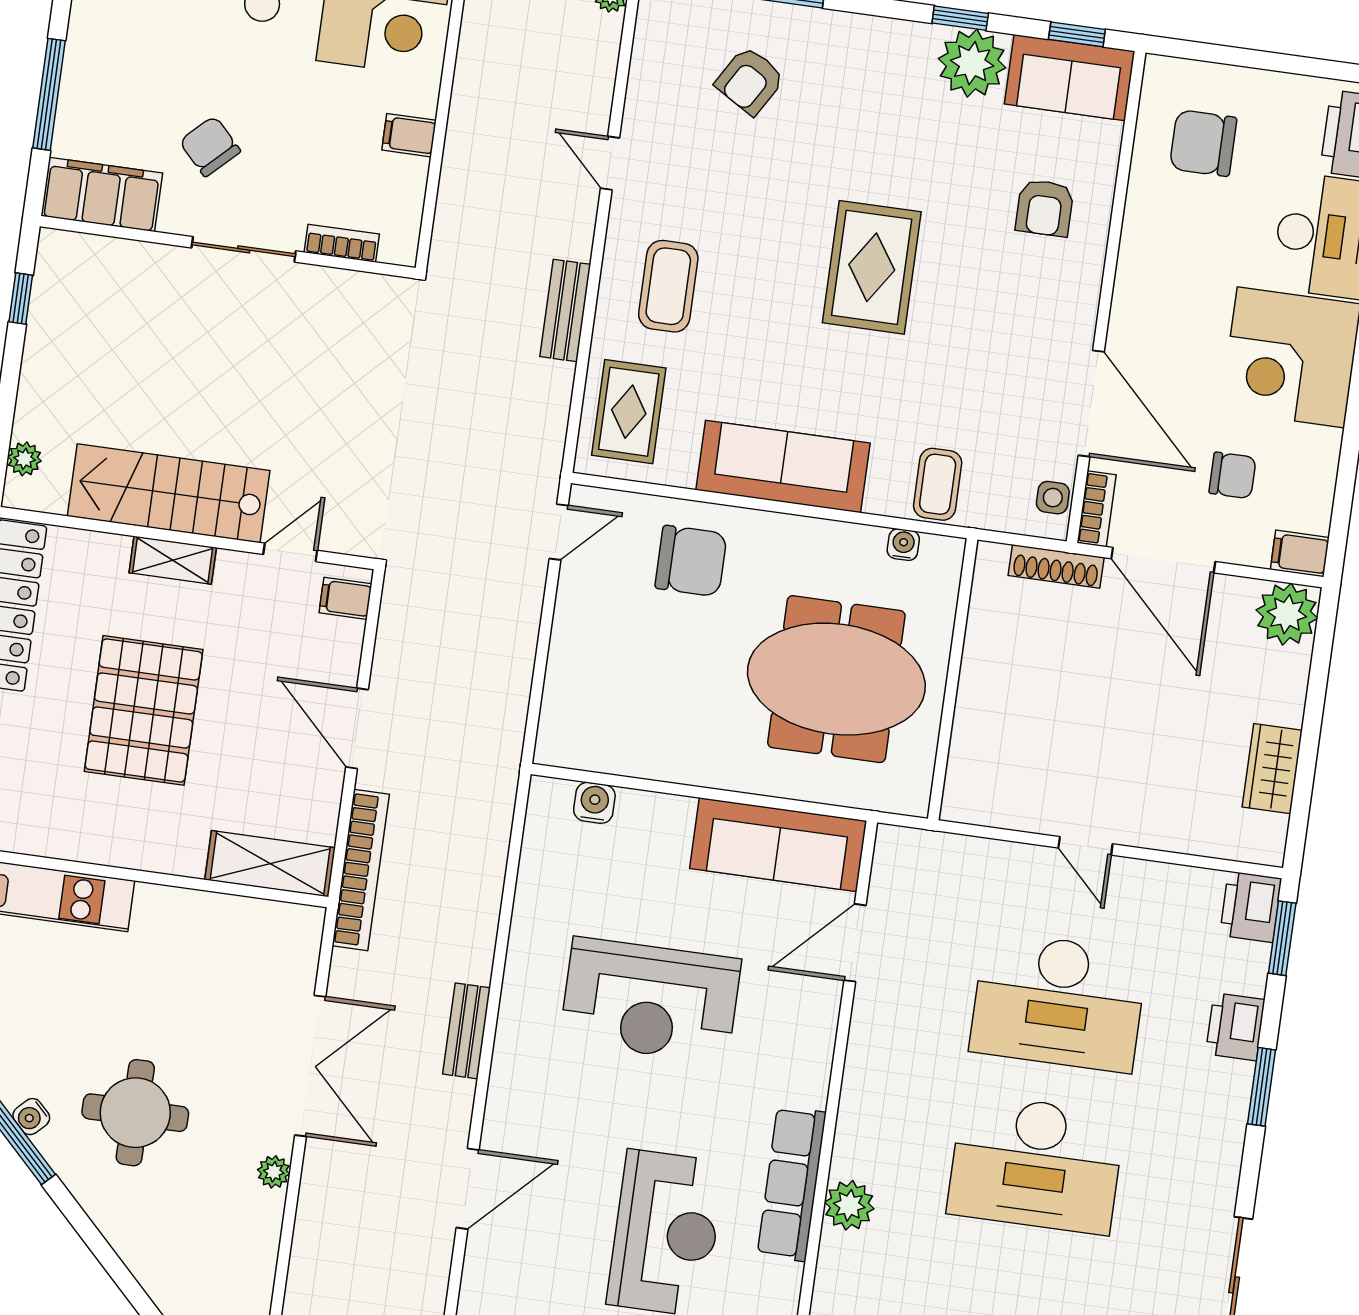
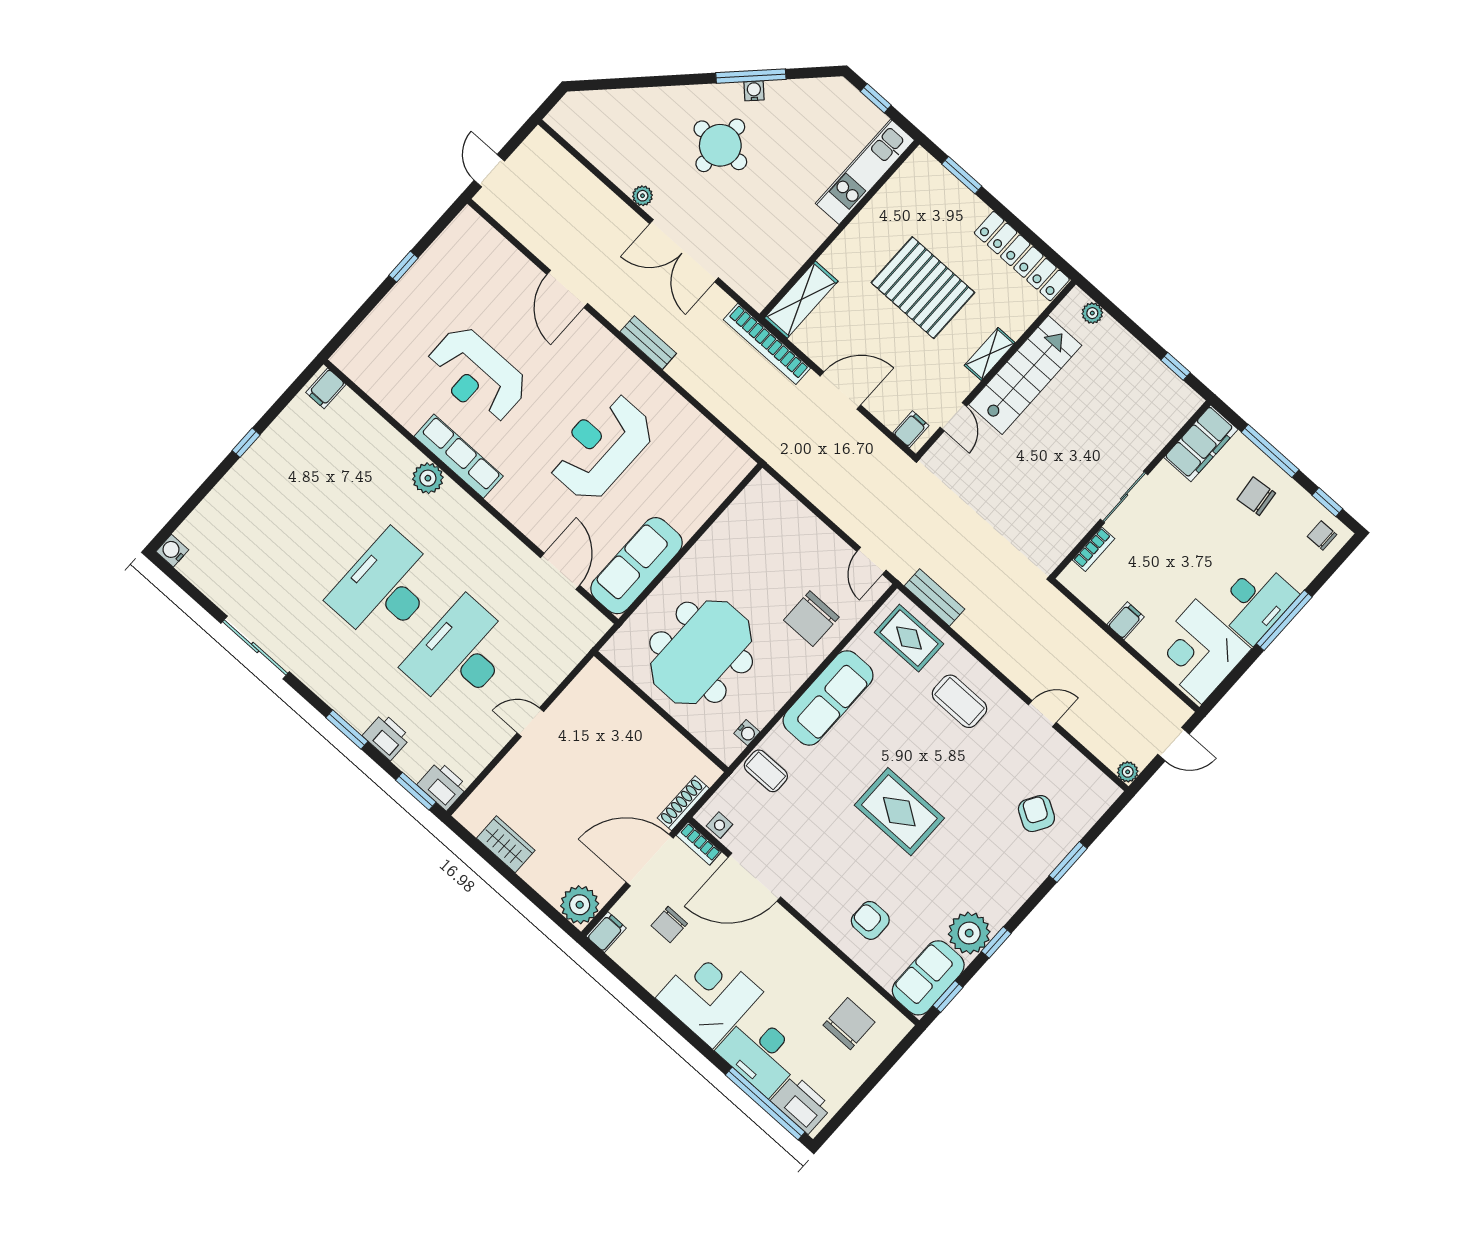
chair: (210, 146) -> (1256, 496), moved, turned -142
bench: (565, 310) -> (935, 597), moved
water cooler: (594, 803) -> (721, 486), removed

